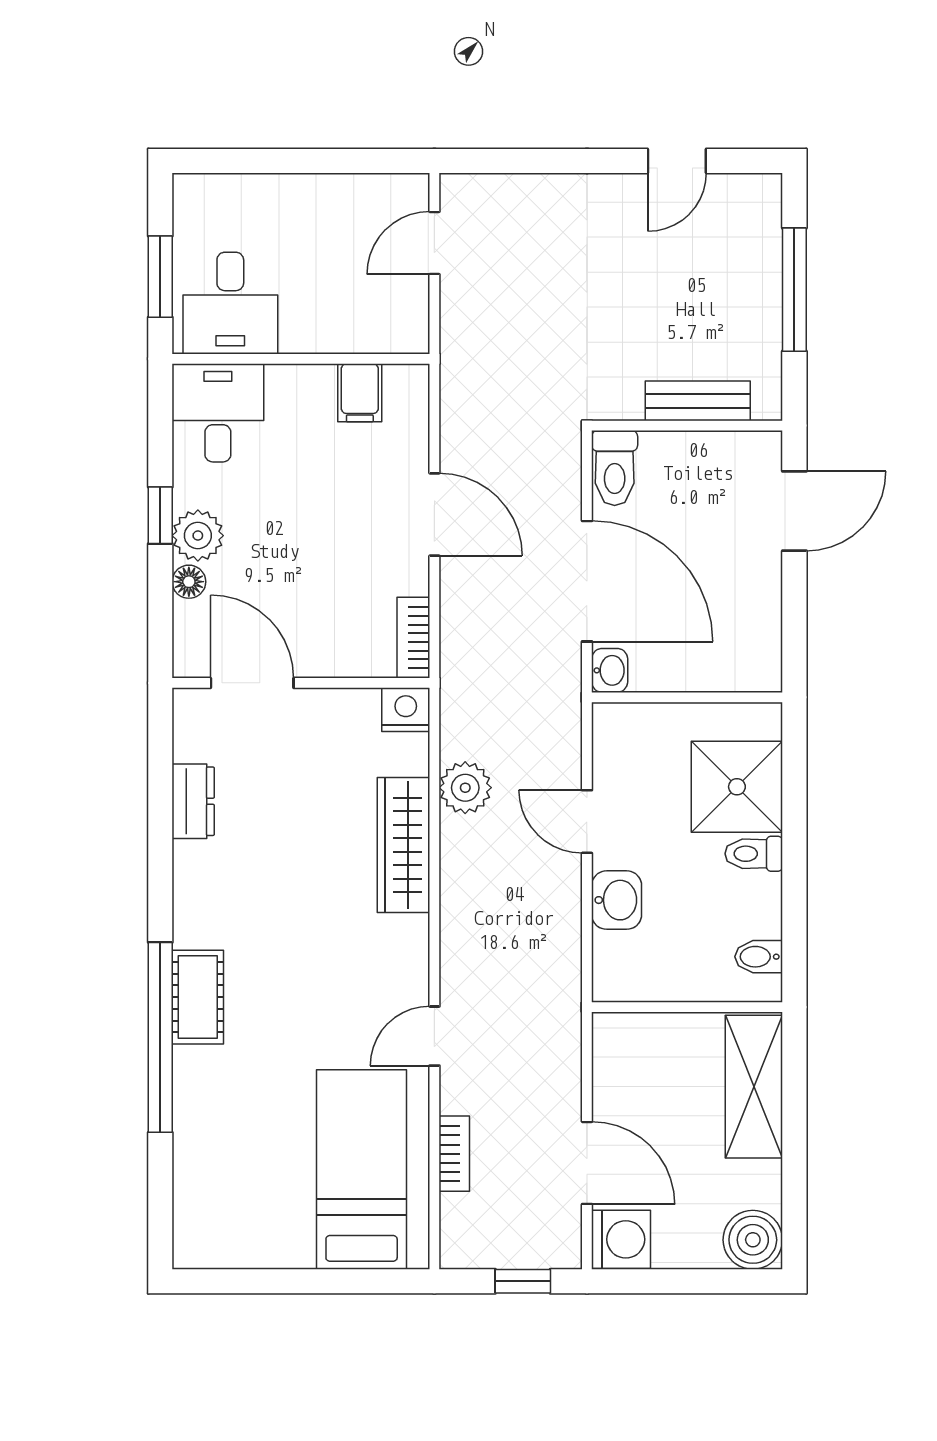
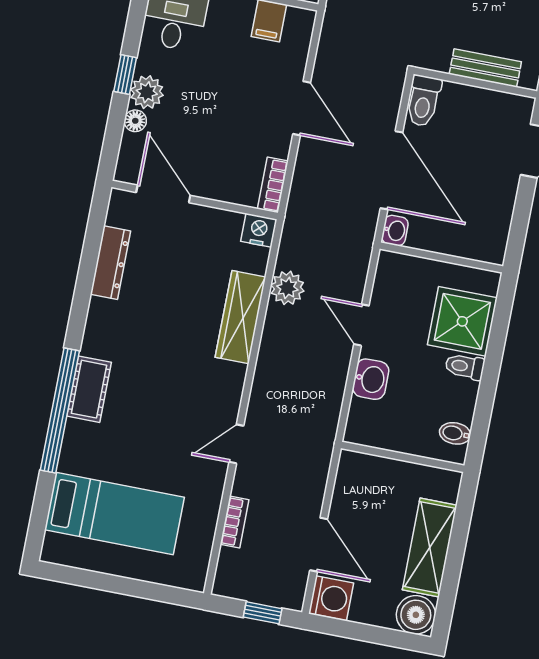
dresser: (193, 801) -> (111, 263), width x1.44
shelving: (754, 1087) -> (430, 547), moved
bed: (362, 1170) -> (114, 513), moved, turned 90

